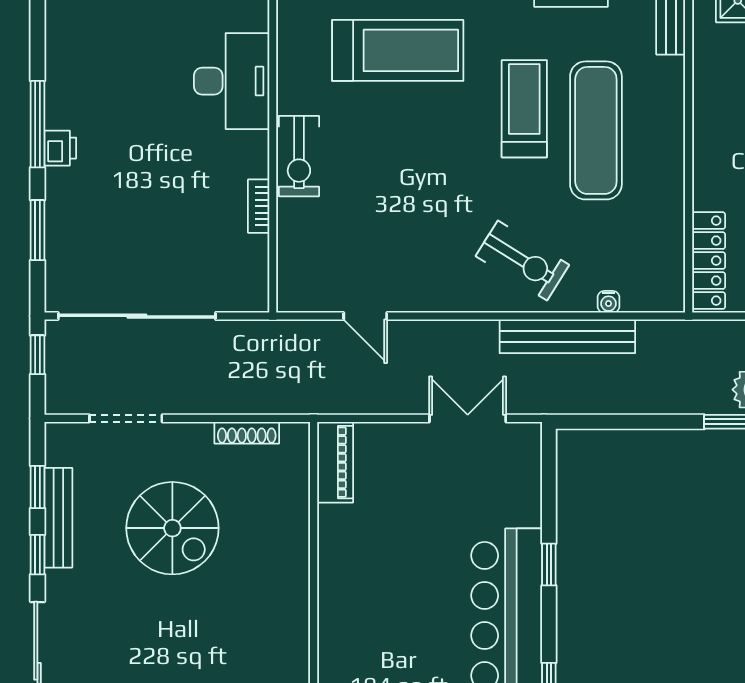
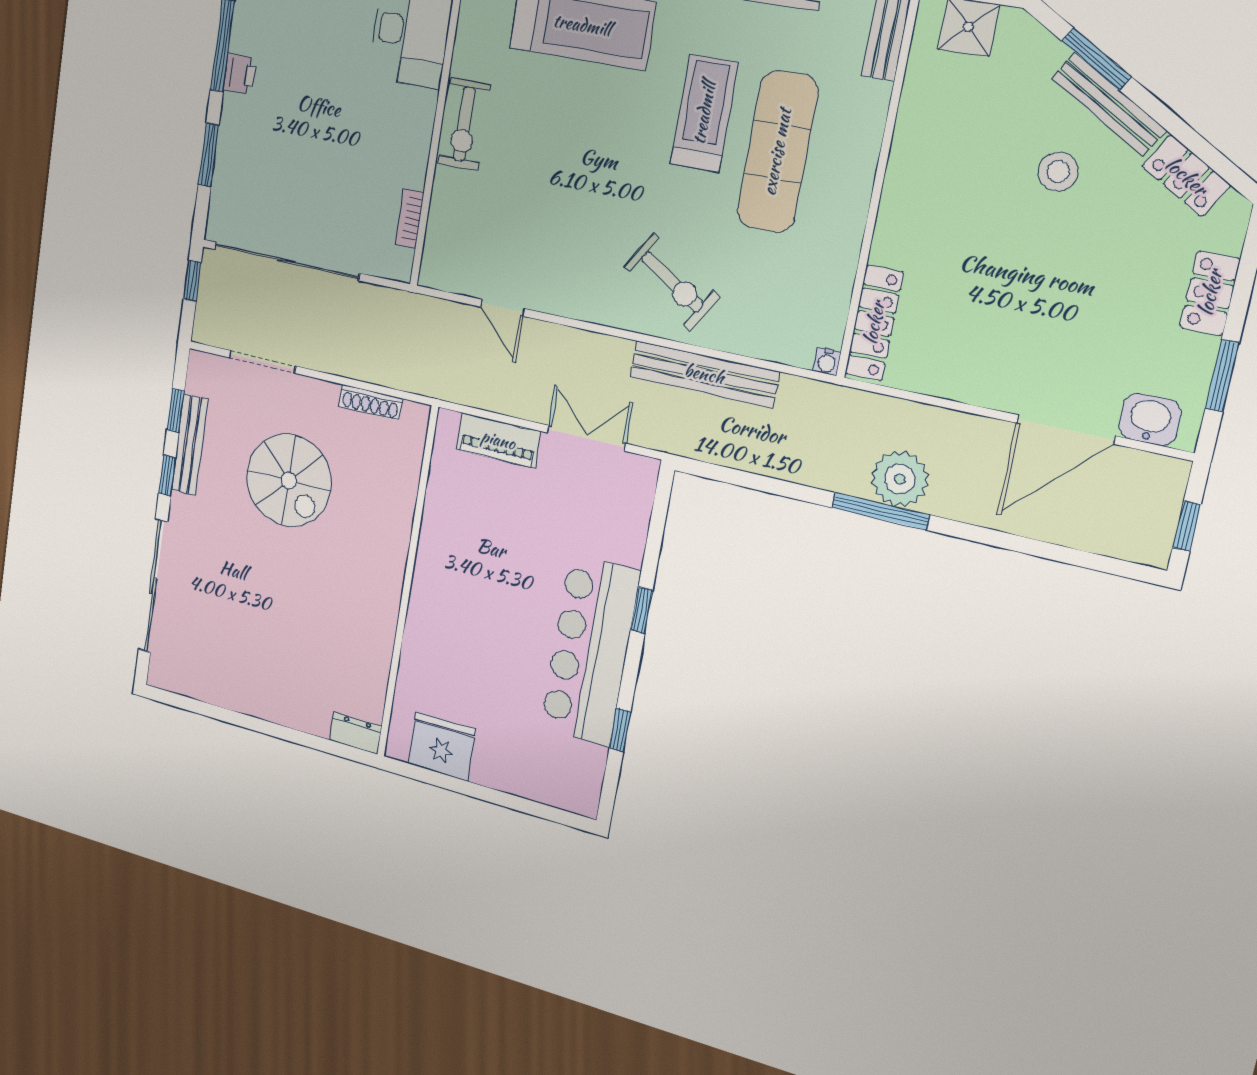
bookcase: (259, 206) -> (410, 219), moved
water cooler: (609, 302) -> (827, 361), moved
piano: (335, 462) -> (498, 440), moved, turned 90

